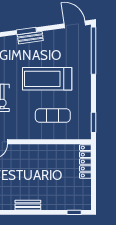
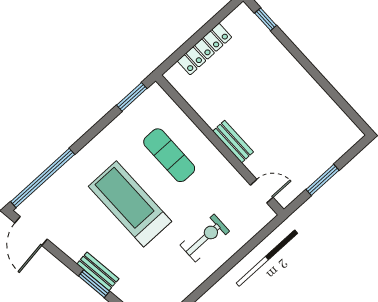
treadmill: (47, 79) -> (130, 204), turned 180
locker: (85, 162) -> (205, 49), moved
bench: (28, 205) -> (233, 142), moved

